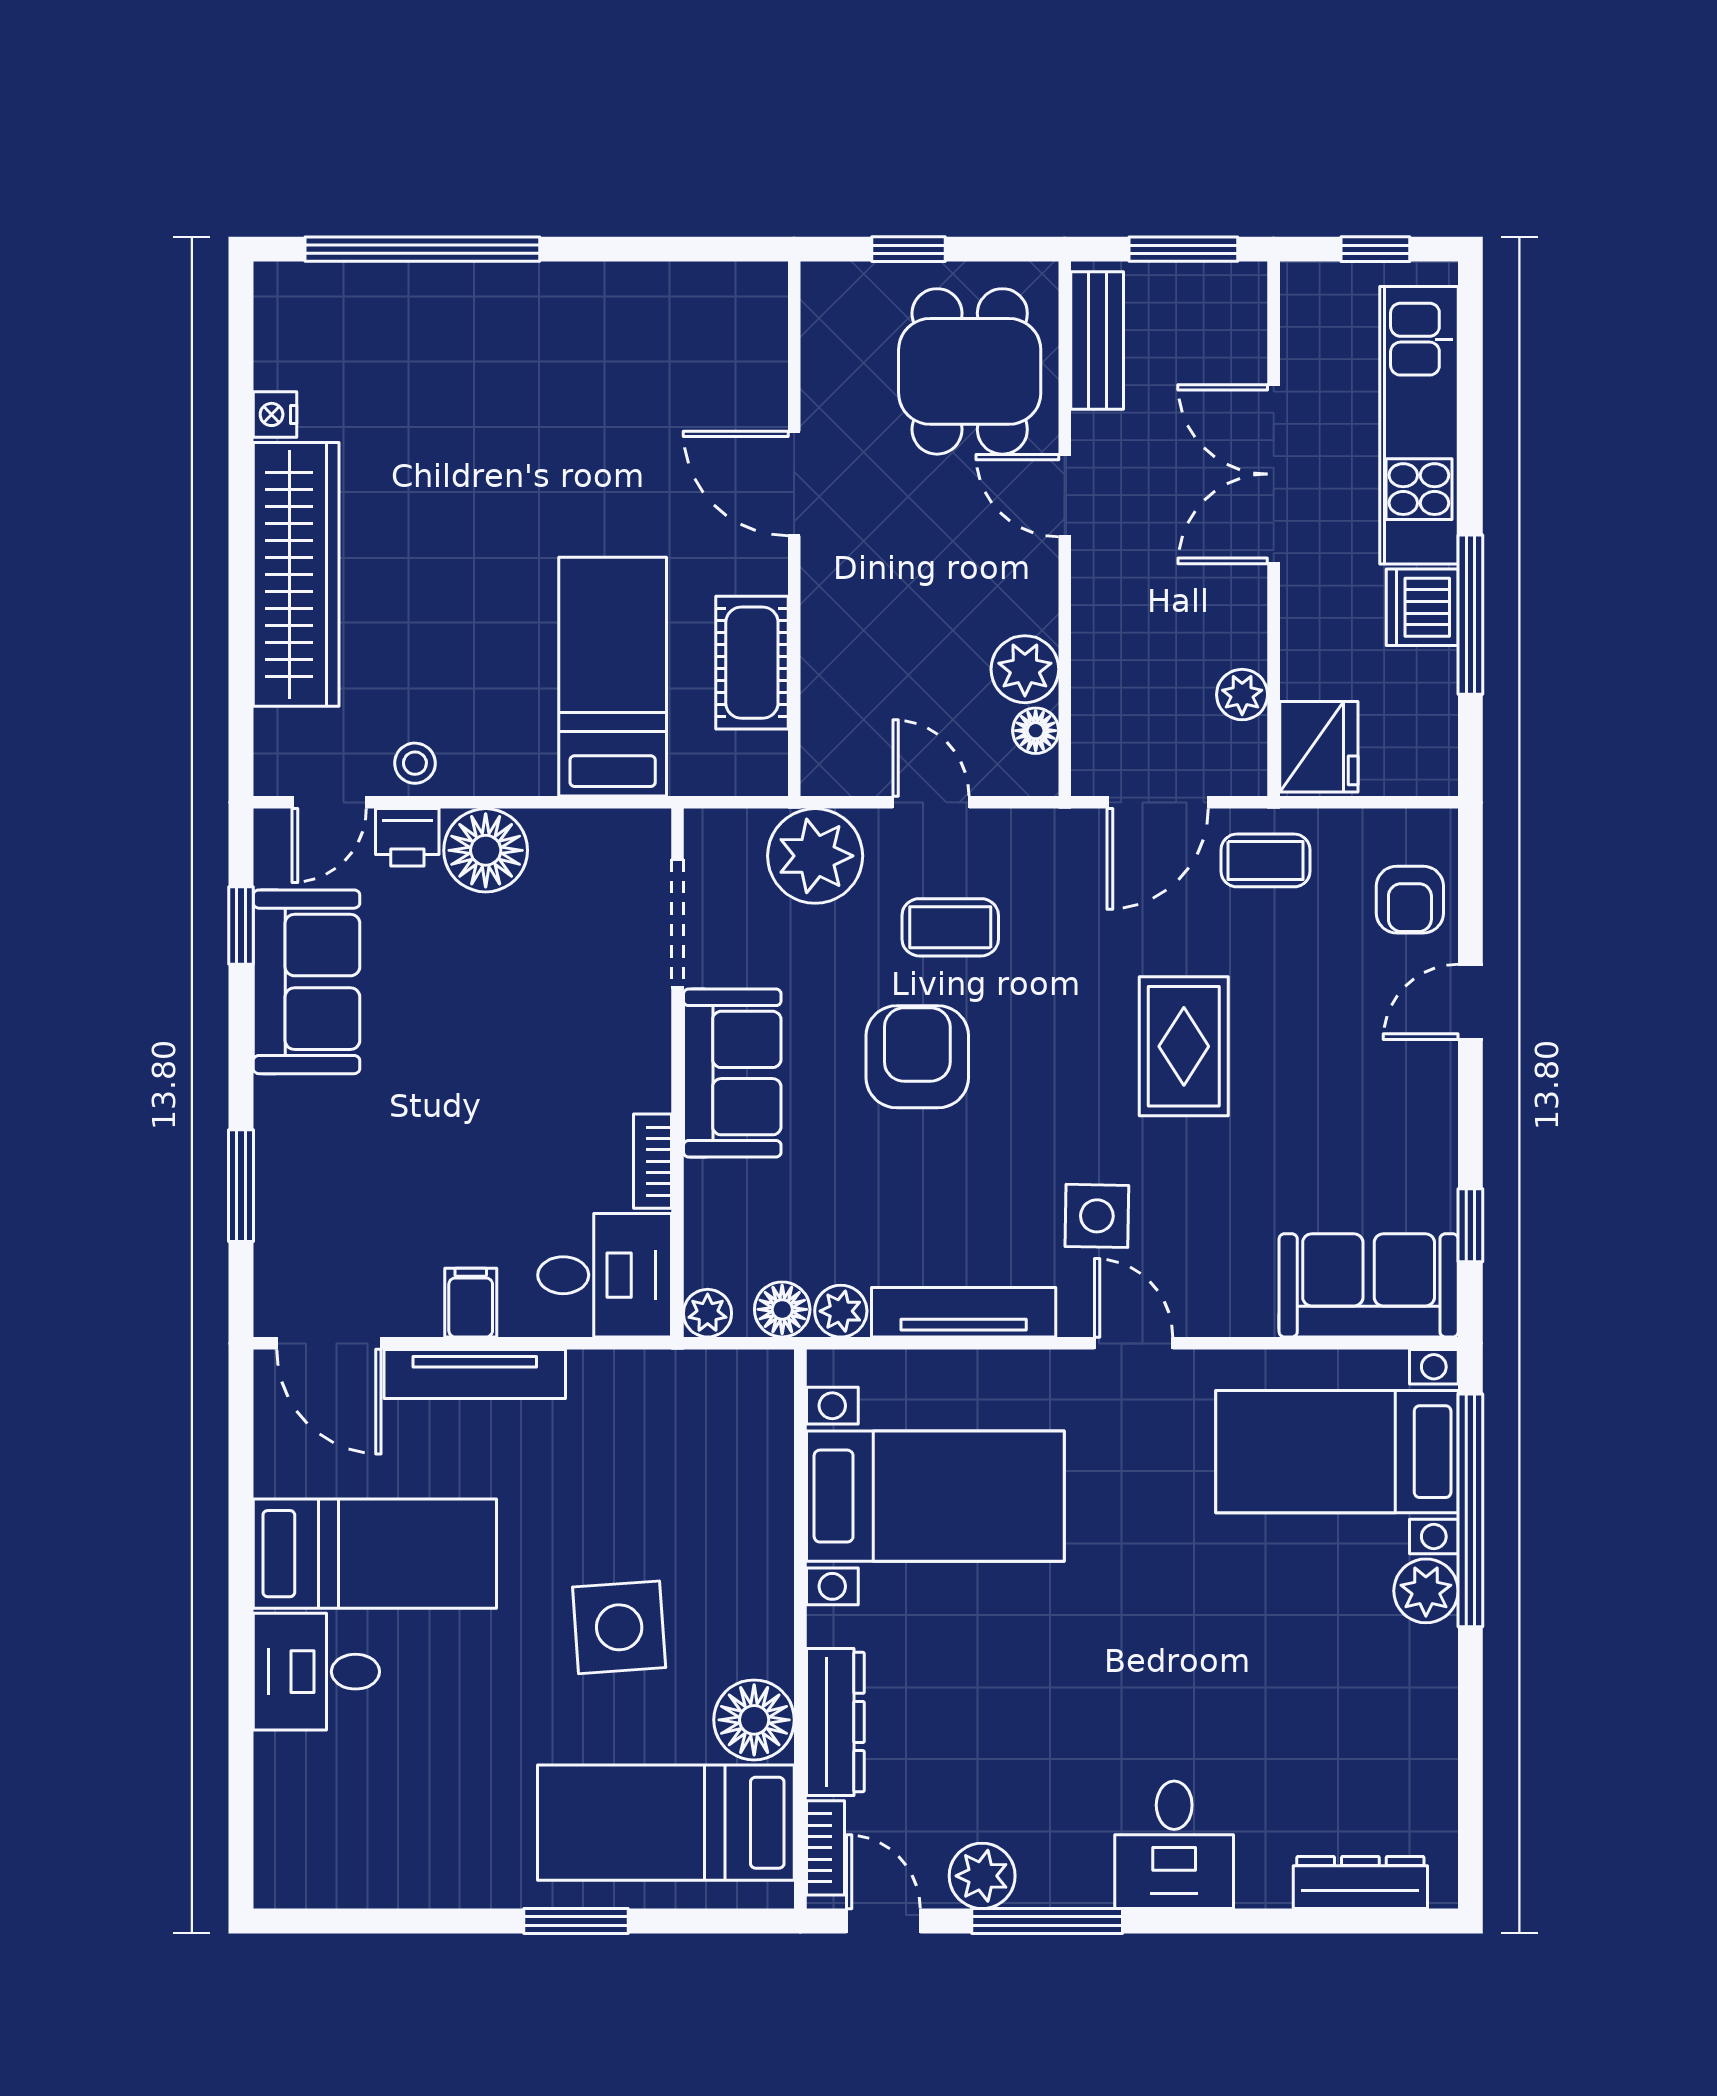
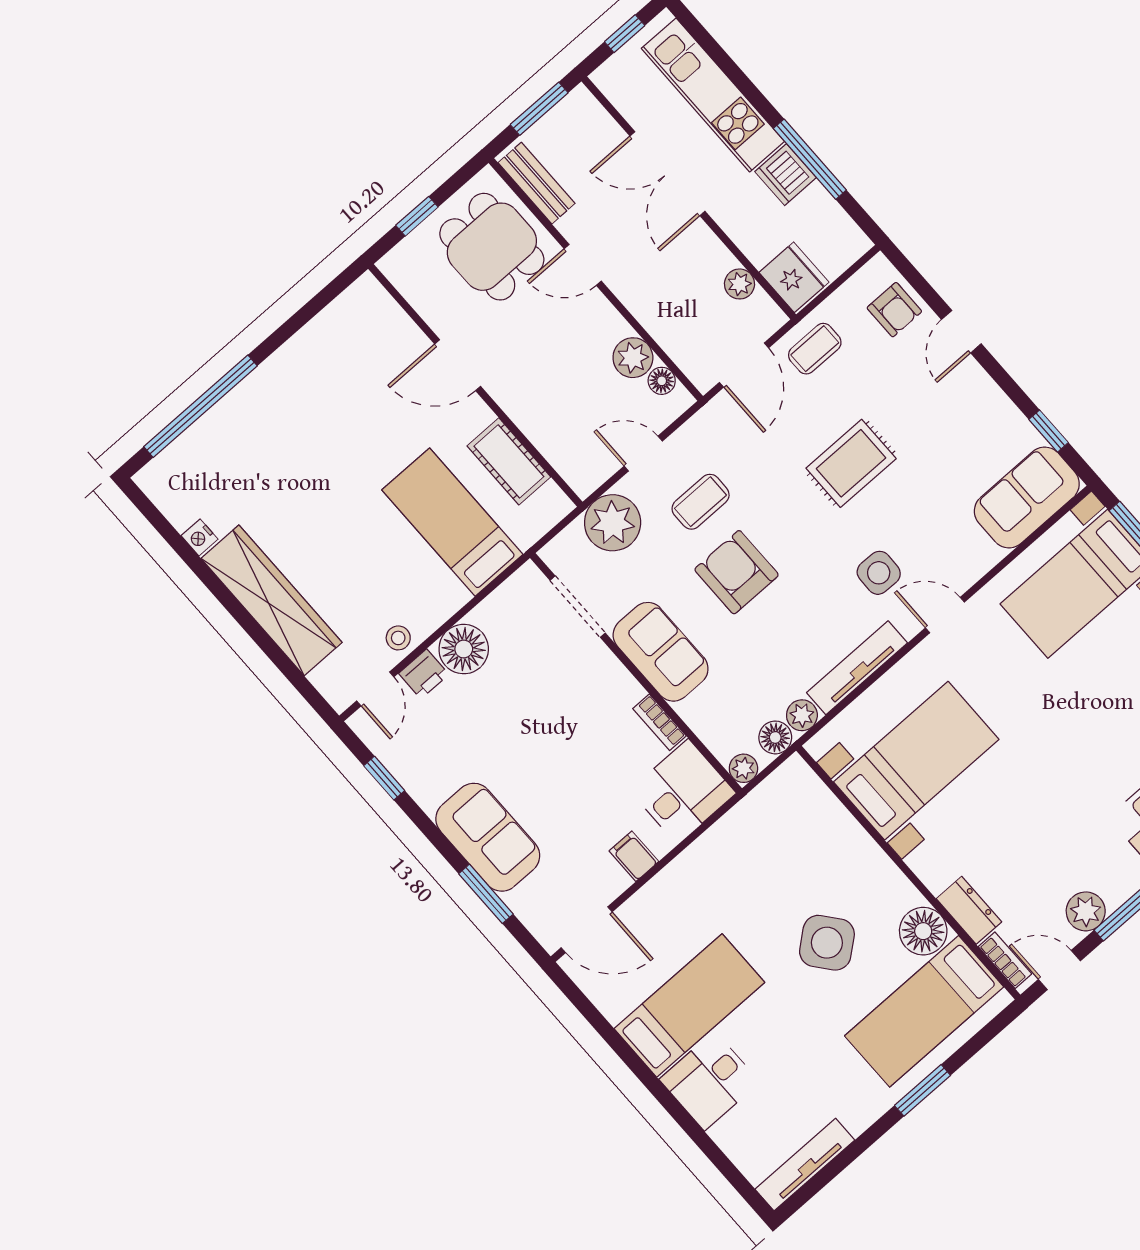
sofa: (307, 982) -> (488, 837), moved
rug: (1184, 1046) -> (851, 463), turned 90
tv unit: (475, 1374) -> (805, 1165), moved, turned 180
side table: (619, 1627) -> (827, 943), turned -35
dresser: (835, 1722) -> (969, 910), width x0.70

